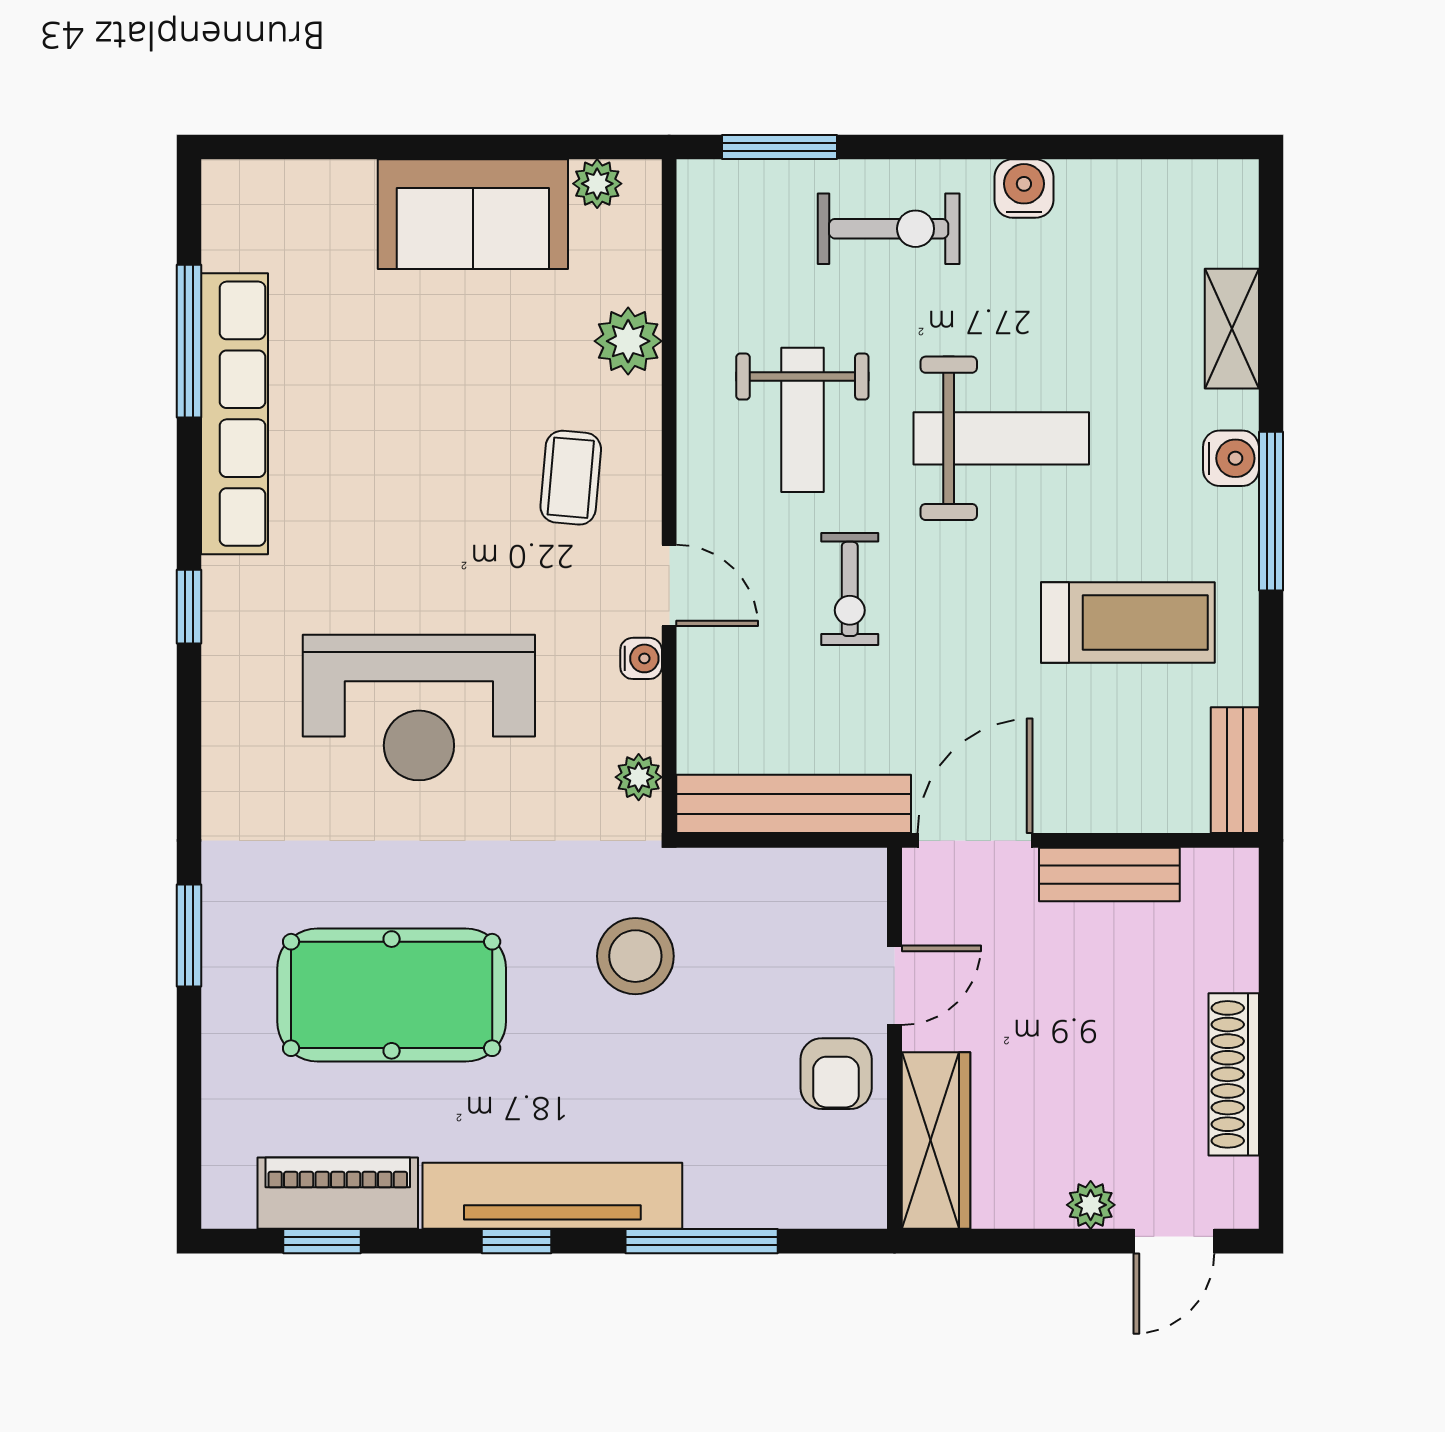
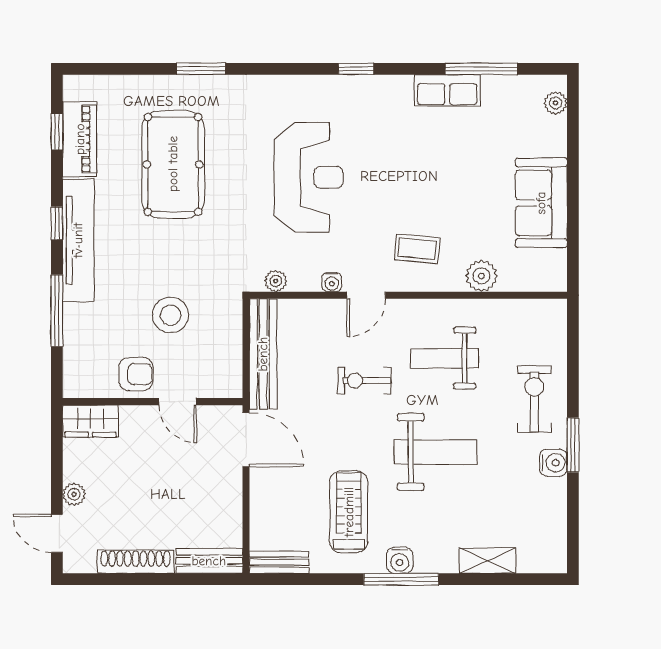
window: (780, 147) -> (573, 445), moved
plant: (597, 184) -> (556, 103), moved
exercise bike: (889, 229) -> (534, 399), turned 180
row of seats: (235, 414) -> (447, 90), width x0.50
weight bench: (1001, 438) -> (436, 452), turned -90
water cooler: (1231, 458) -> (400, 560), moved
treadmill: (1128, 623) -> (349, 512), turned 180
reception desk: (419, 708) -> (309, 177), turned 180
bench: (1109, 874) -> (209, 561), moved, turned 90
stool: (635, 956) -> (171, 315), moved
armchair: (836, 1074) -> (136, 374), turned 180
wardrobe: (936, 1141) -> (90, 421), width x0.67

